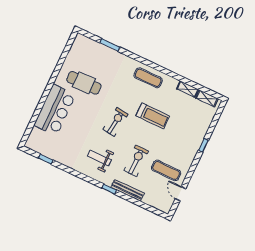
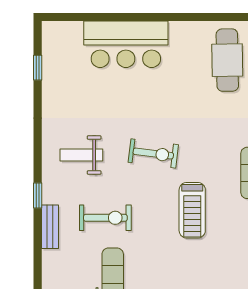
cafe table: (84, 83) -> (227, 60), moved
weight bench: (99, 158) -> (81, 155), turned -90
bench: (128, 190) -> (50, 227), width x0.73

